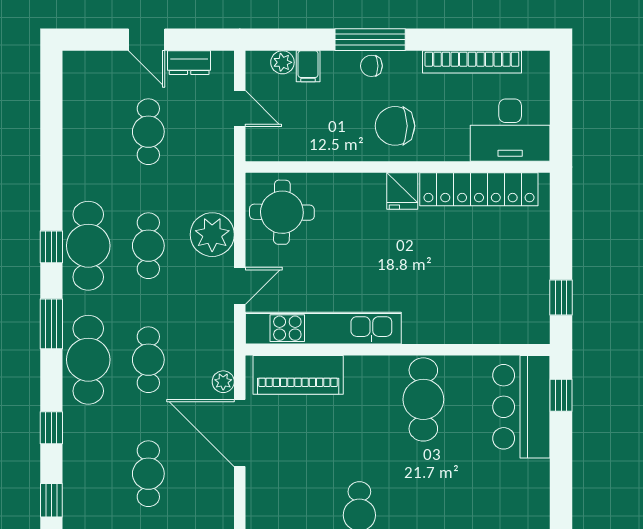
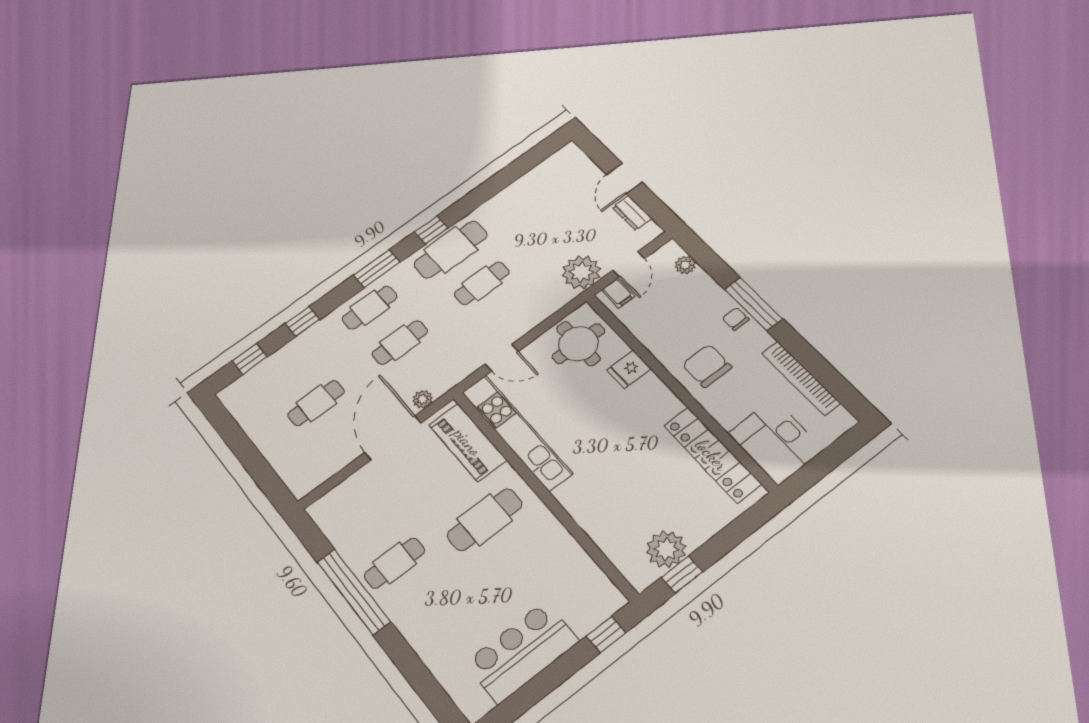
filing cabinet: (308, 66) -> (618, 293), moved, turned -90
cafe table: (148, 132) -> (562, 225), removed
fridge: (402, 191) -> (629, 369), moved
plant: (212, 235) -> (581, 272), moved
plant: (529, 292) -> (666, 549), added
cafe table: (88, 360) -> (370, 308), width x0.73, depth x0.74
cafe table: (423, 399) -> (485, 520), moved
bar counter: (521, 407) -> (522, 652), moved

